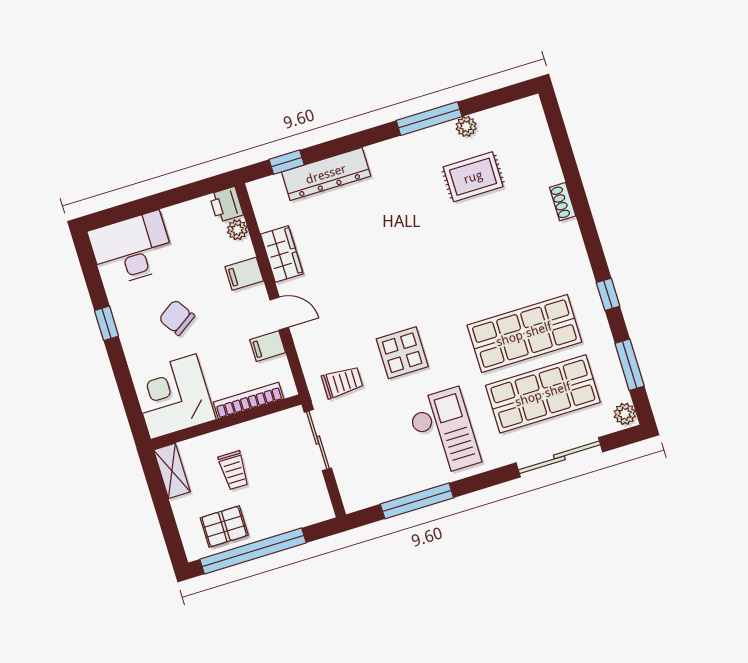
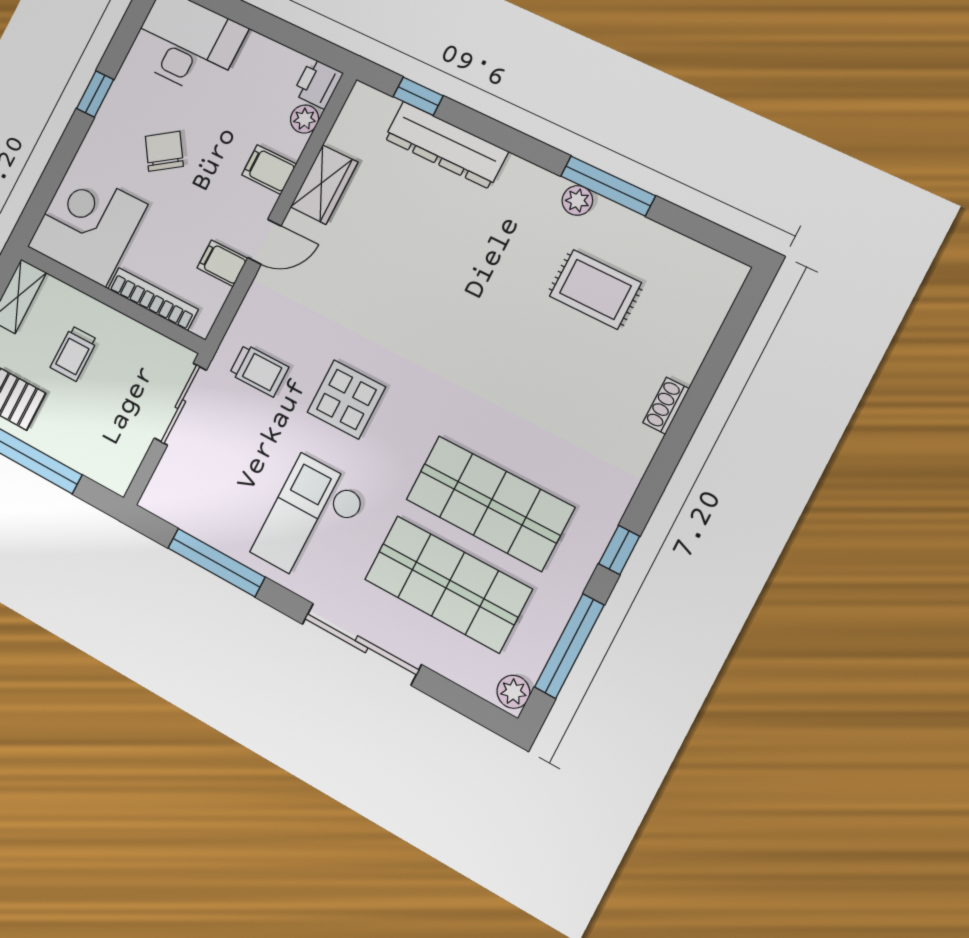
plant: (466, 126) -> (577, 200), moved
door: (279, 314) -> (264, 242), hinge flipped
window: (630, 365) -> (569, 646), width x1.44
checkout: (444, 432) -> (310, 521), turned 180
sliding door: (559, 457) -> (362, 644), moved

